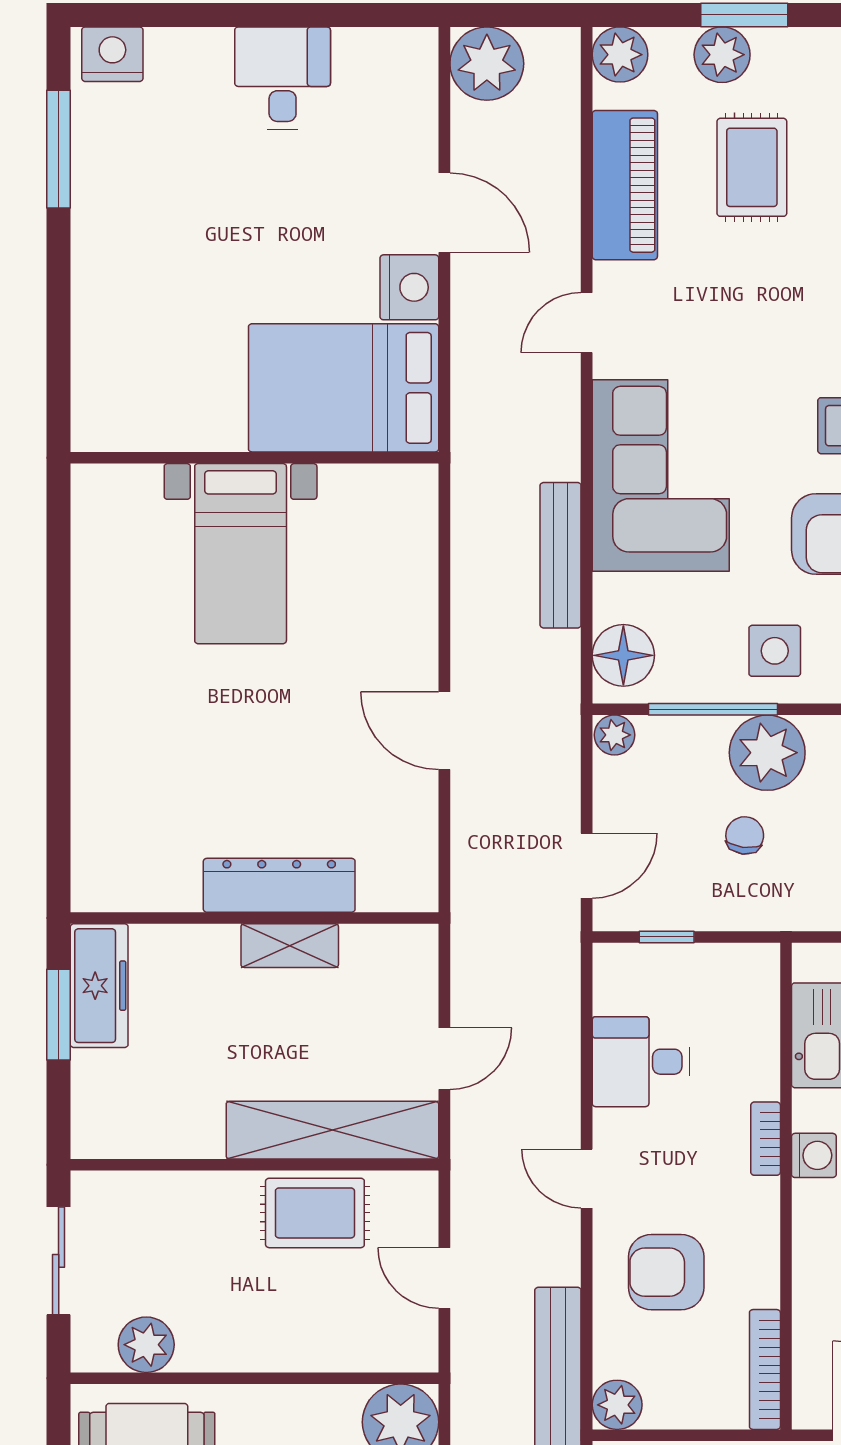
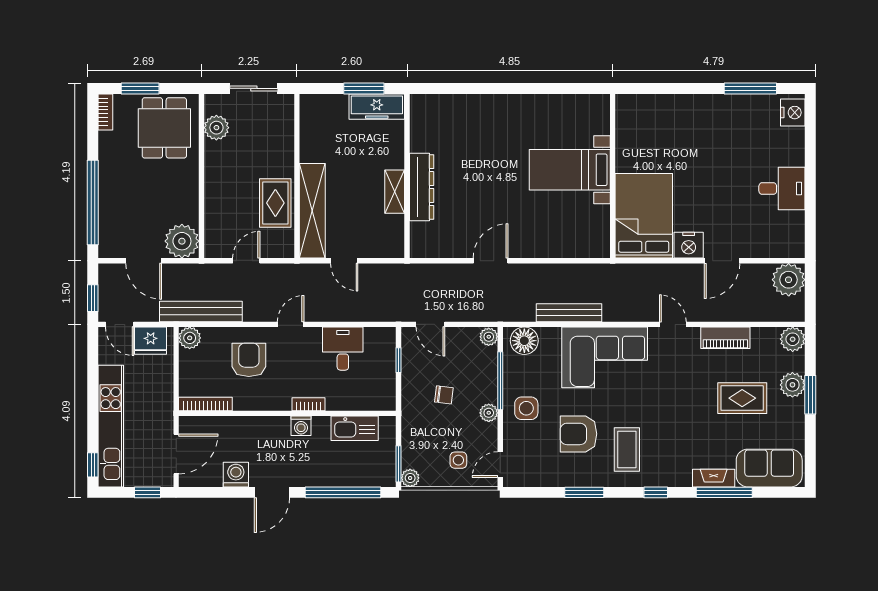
piano: (625, 185) -> (725, 338), width x0.73, depth x0.75
plant: (767, 753) -> (489, 413), width x0.53, depth x0.53

